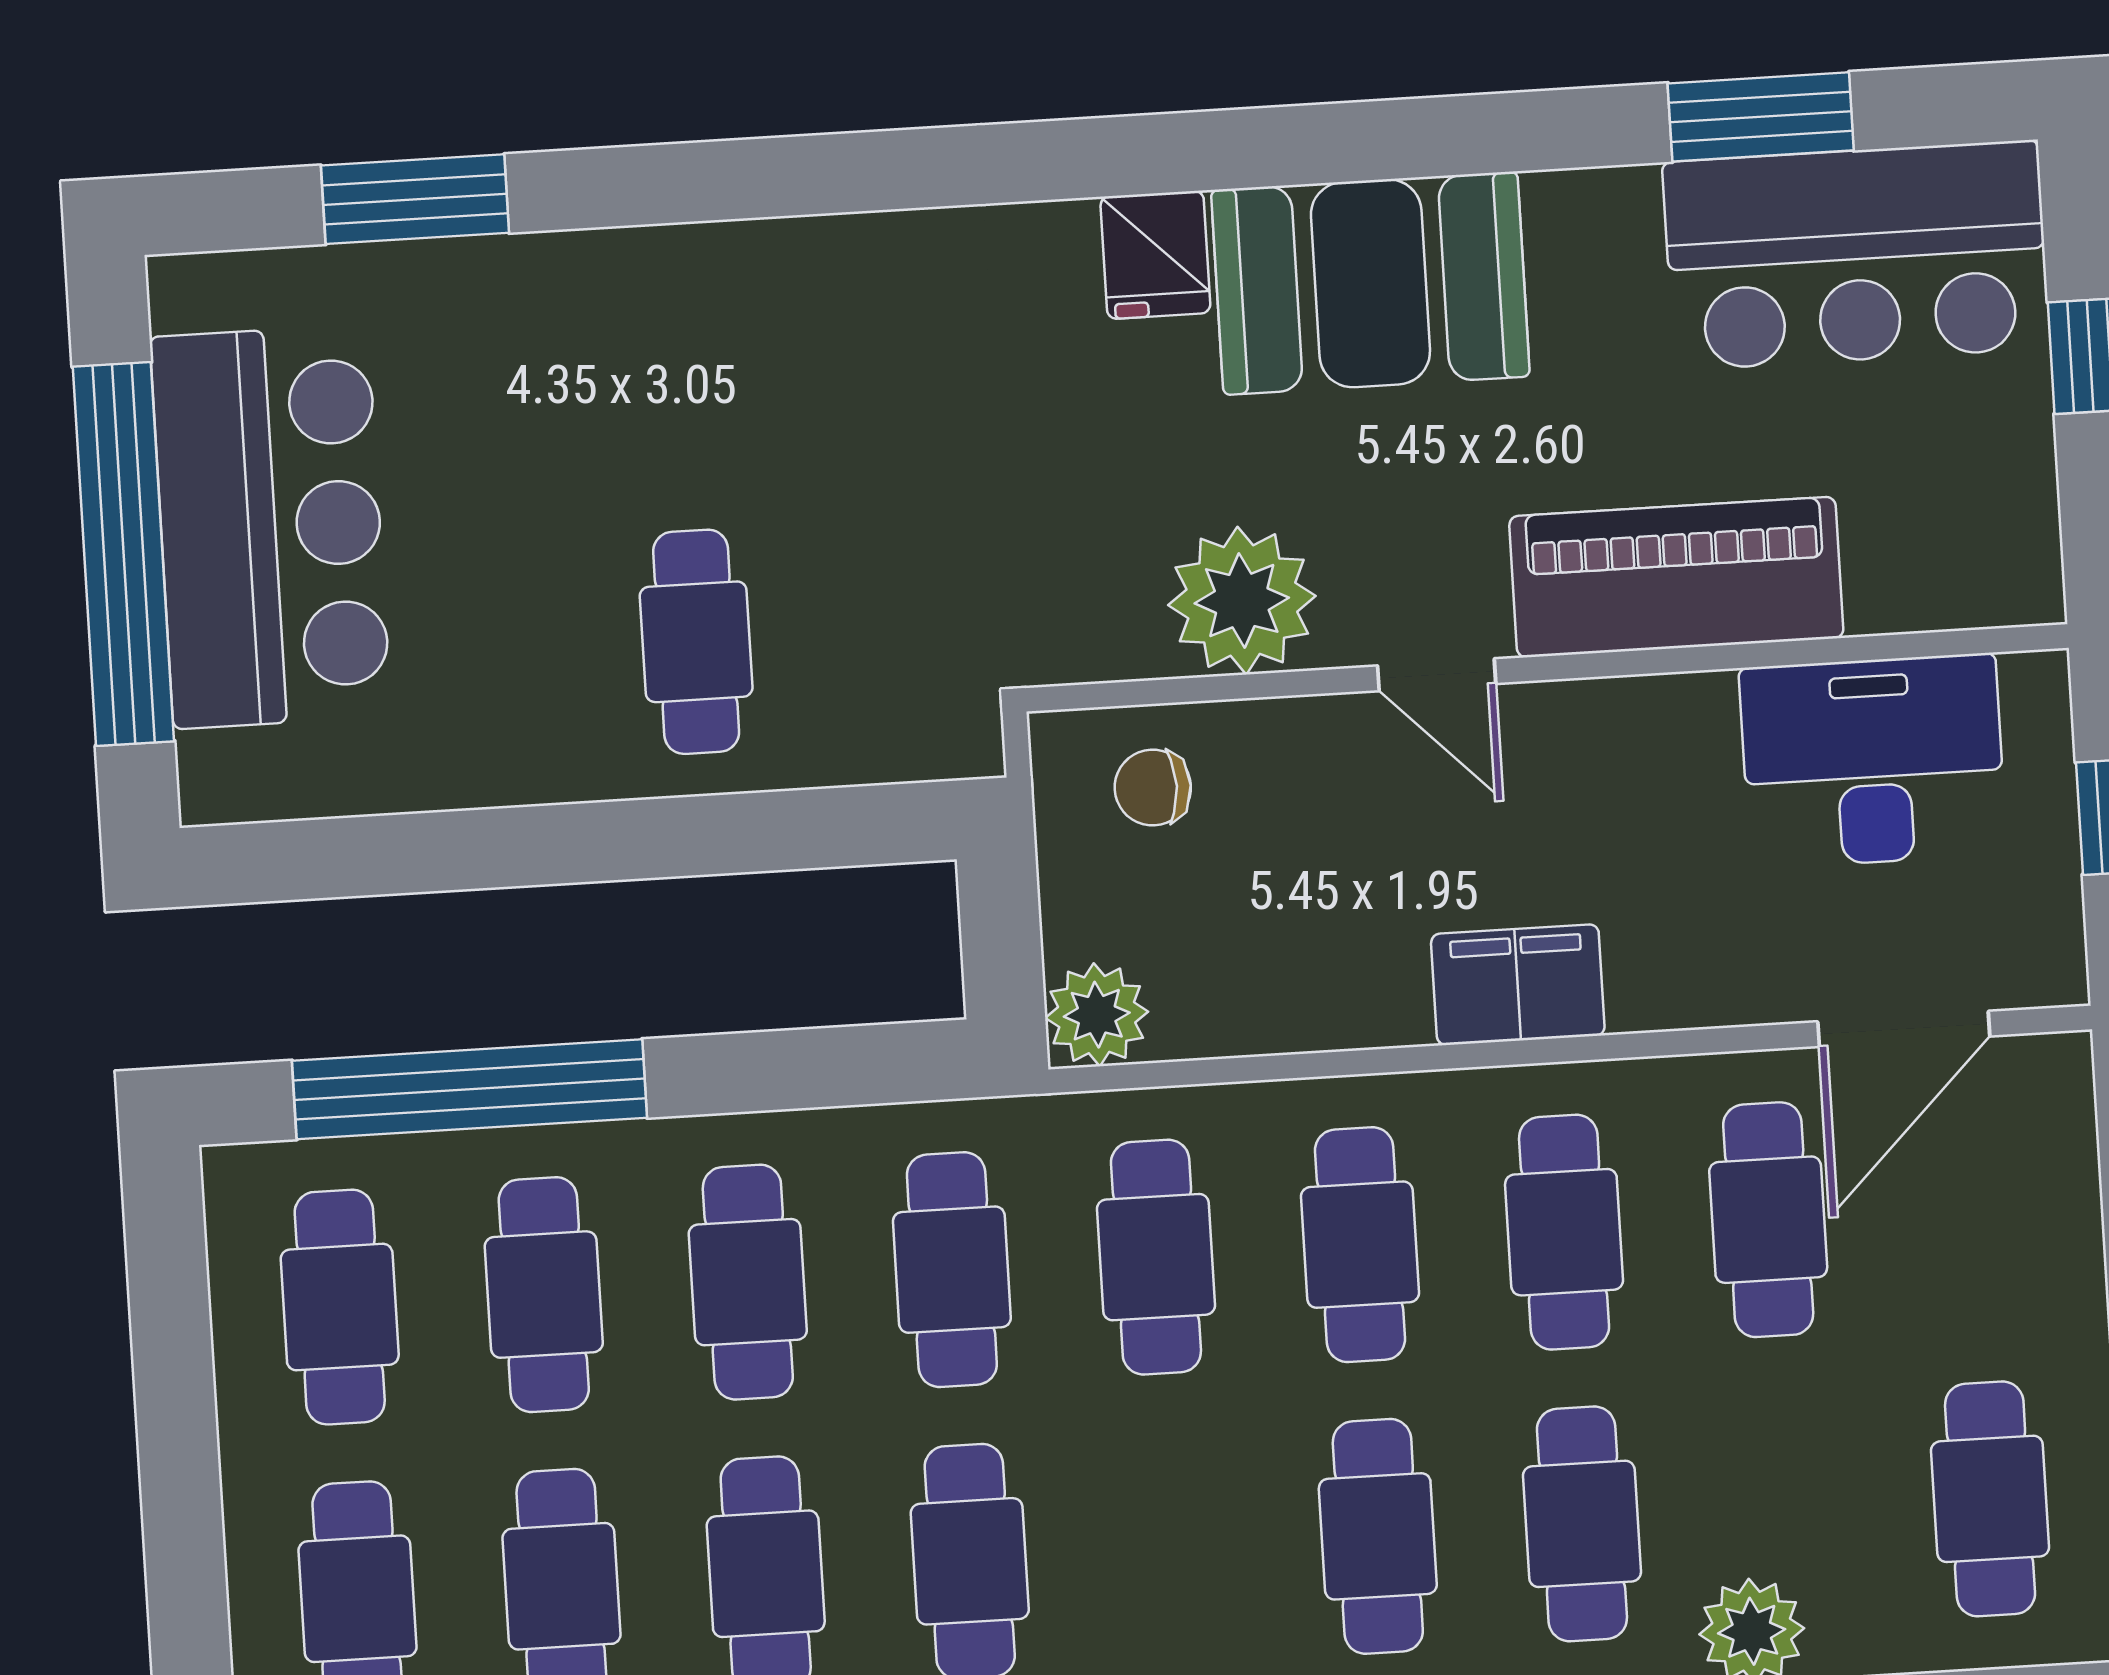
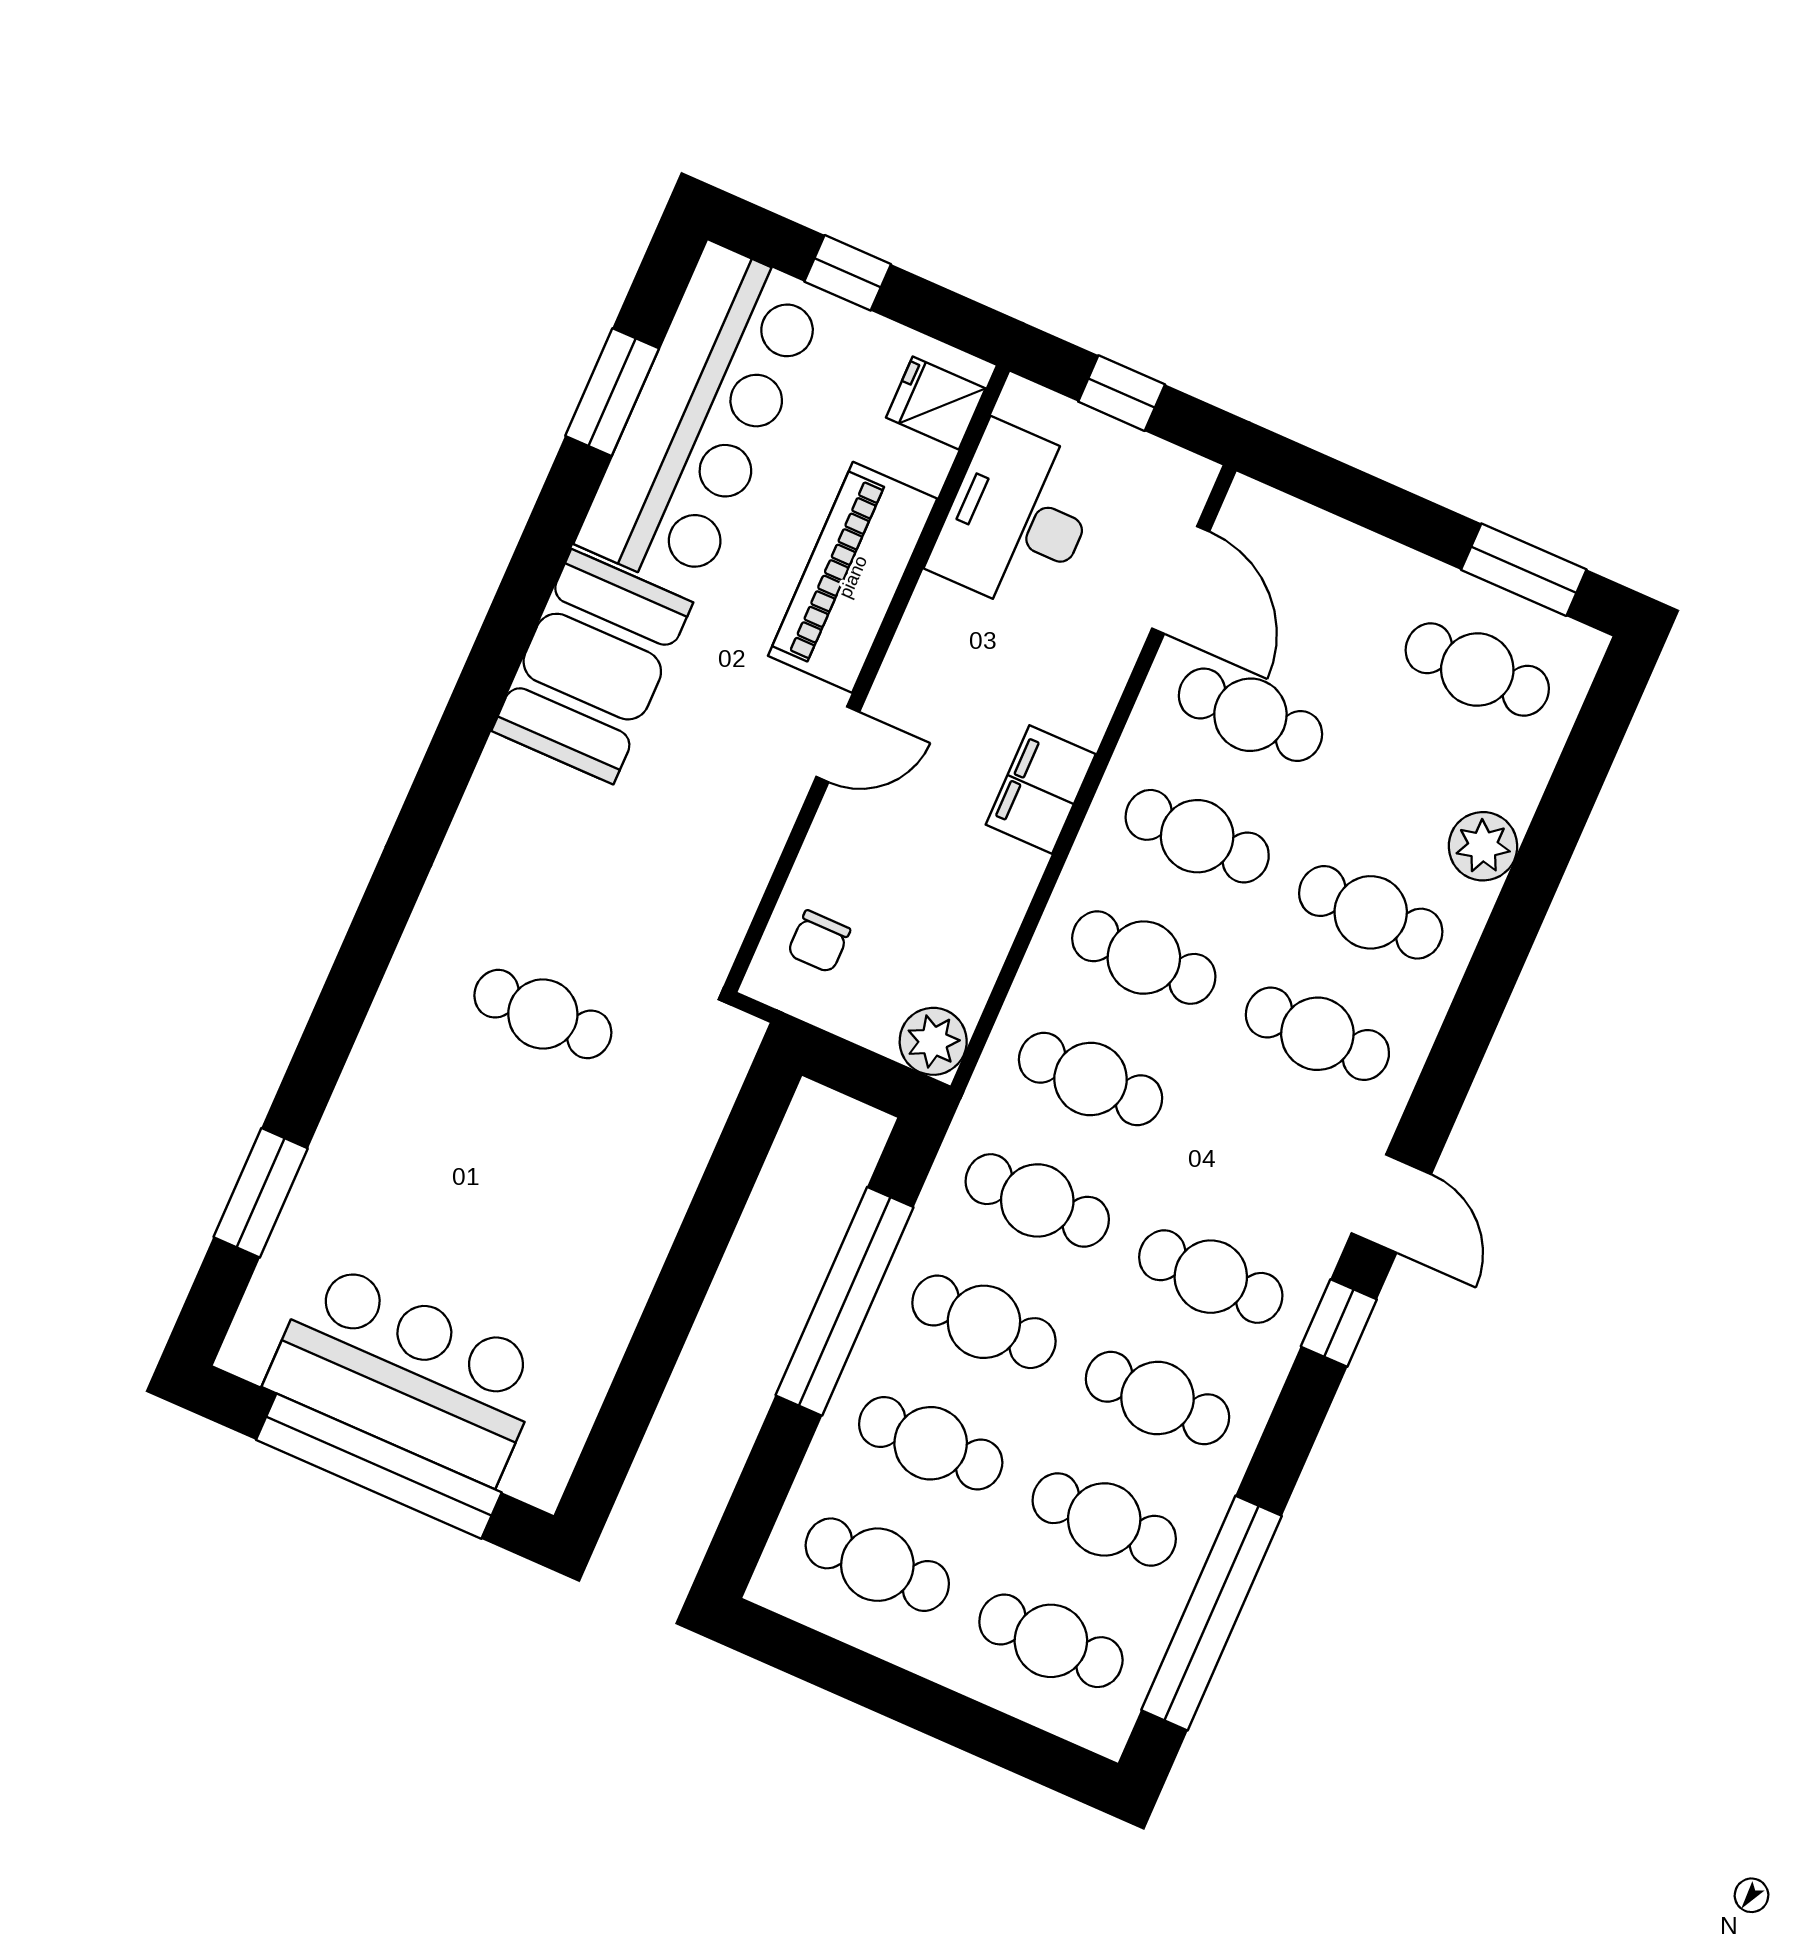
fridge: (1155, 255) -> (936, 403), moved, turned 180
bar counter: (1856, 255) -> (702, 419), width x1.36
plant: (1242, 601) -> (737, 835), removed
cafe table: (696, 642) -> (543, 1014), moved
window: (469, 1089) -> (845, 1301), moved

